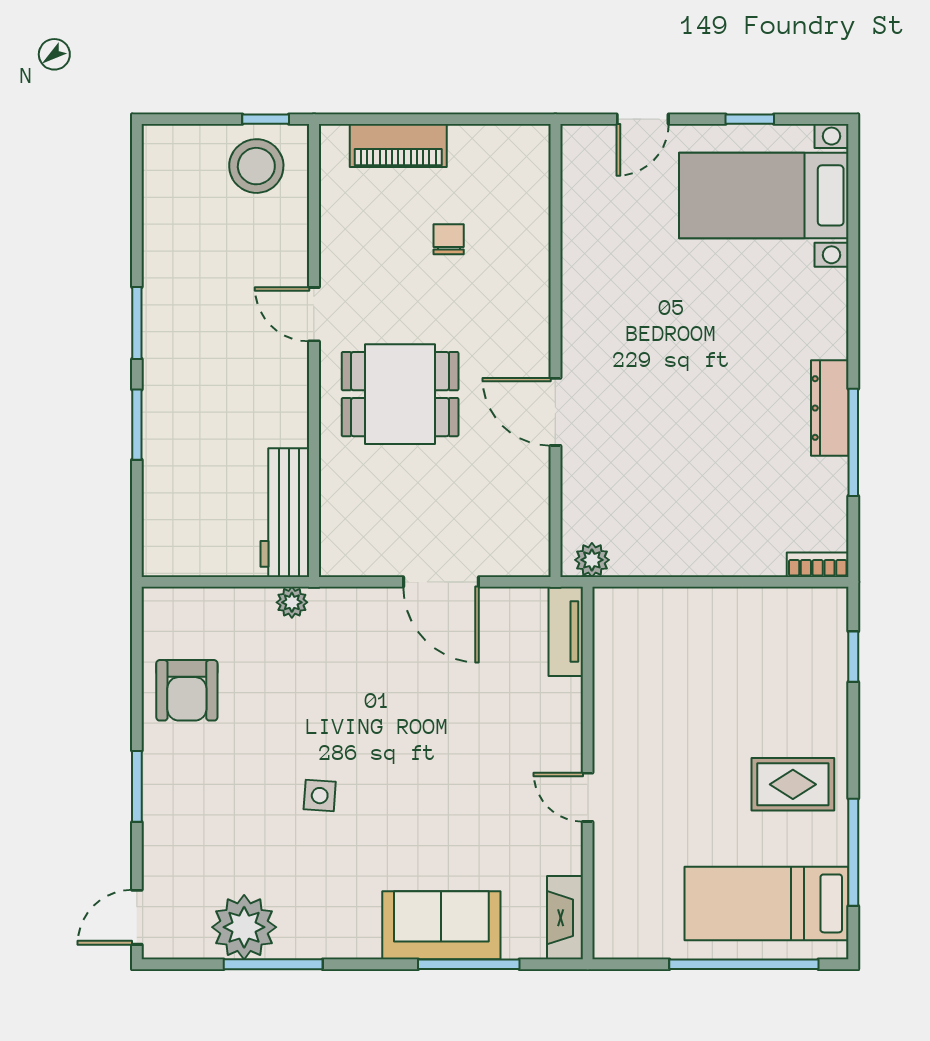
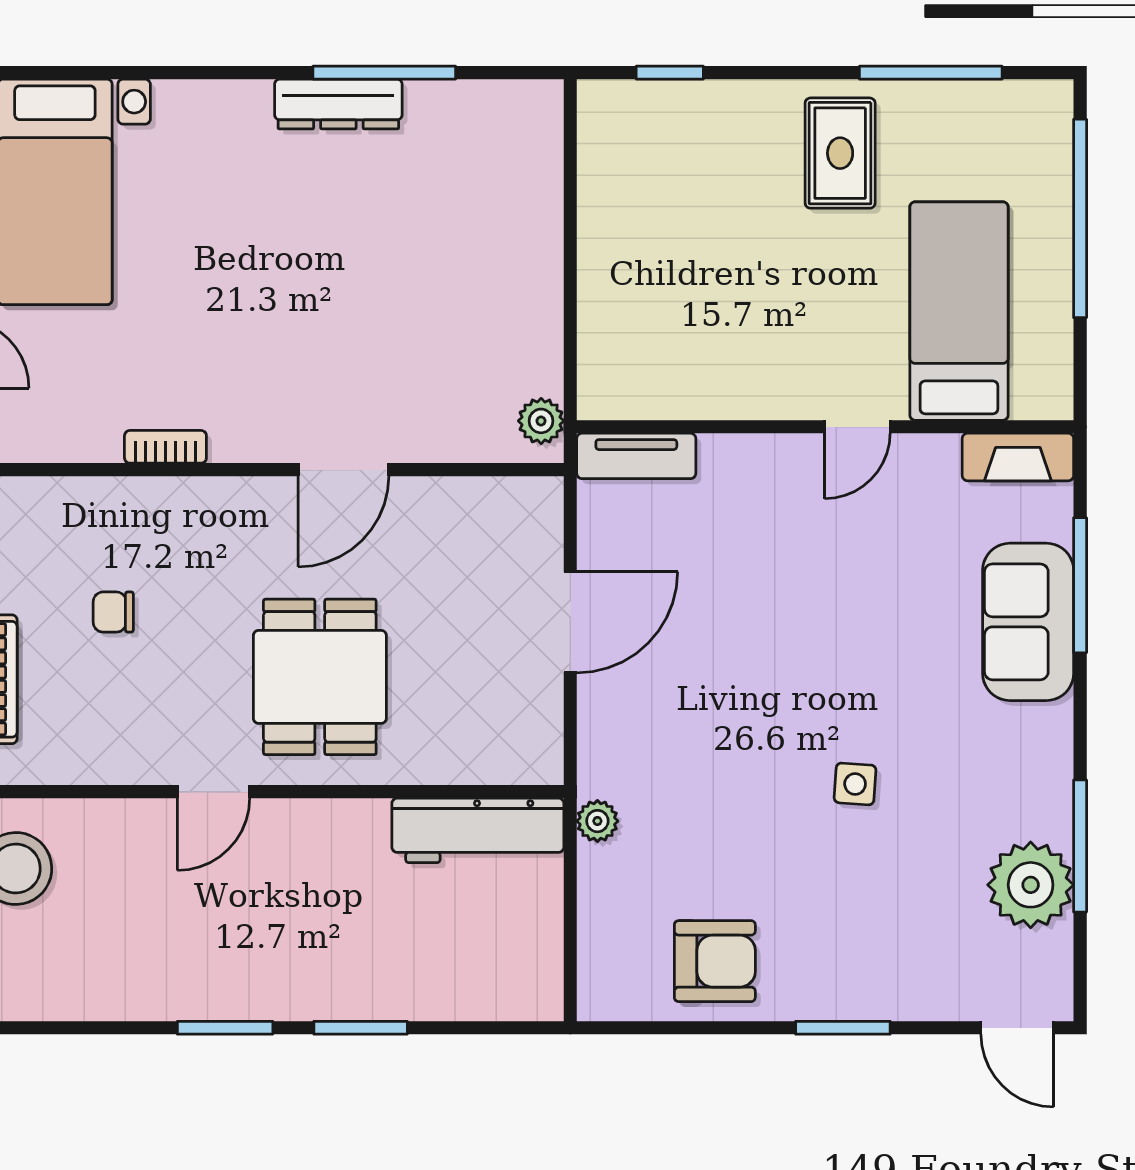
bookcase: (818, 565) -> (165, 447), moved, turned 90
bed: (766, 903) -> (959, 311), moved, turned 180

